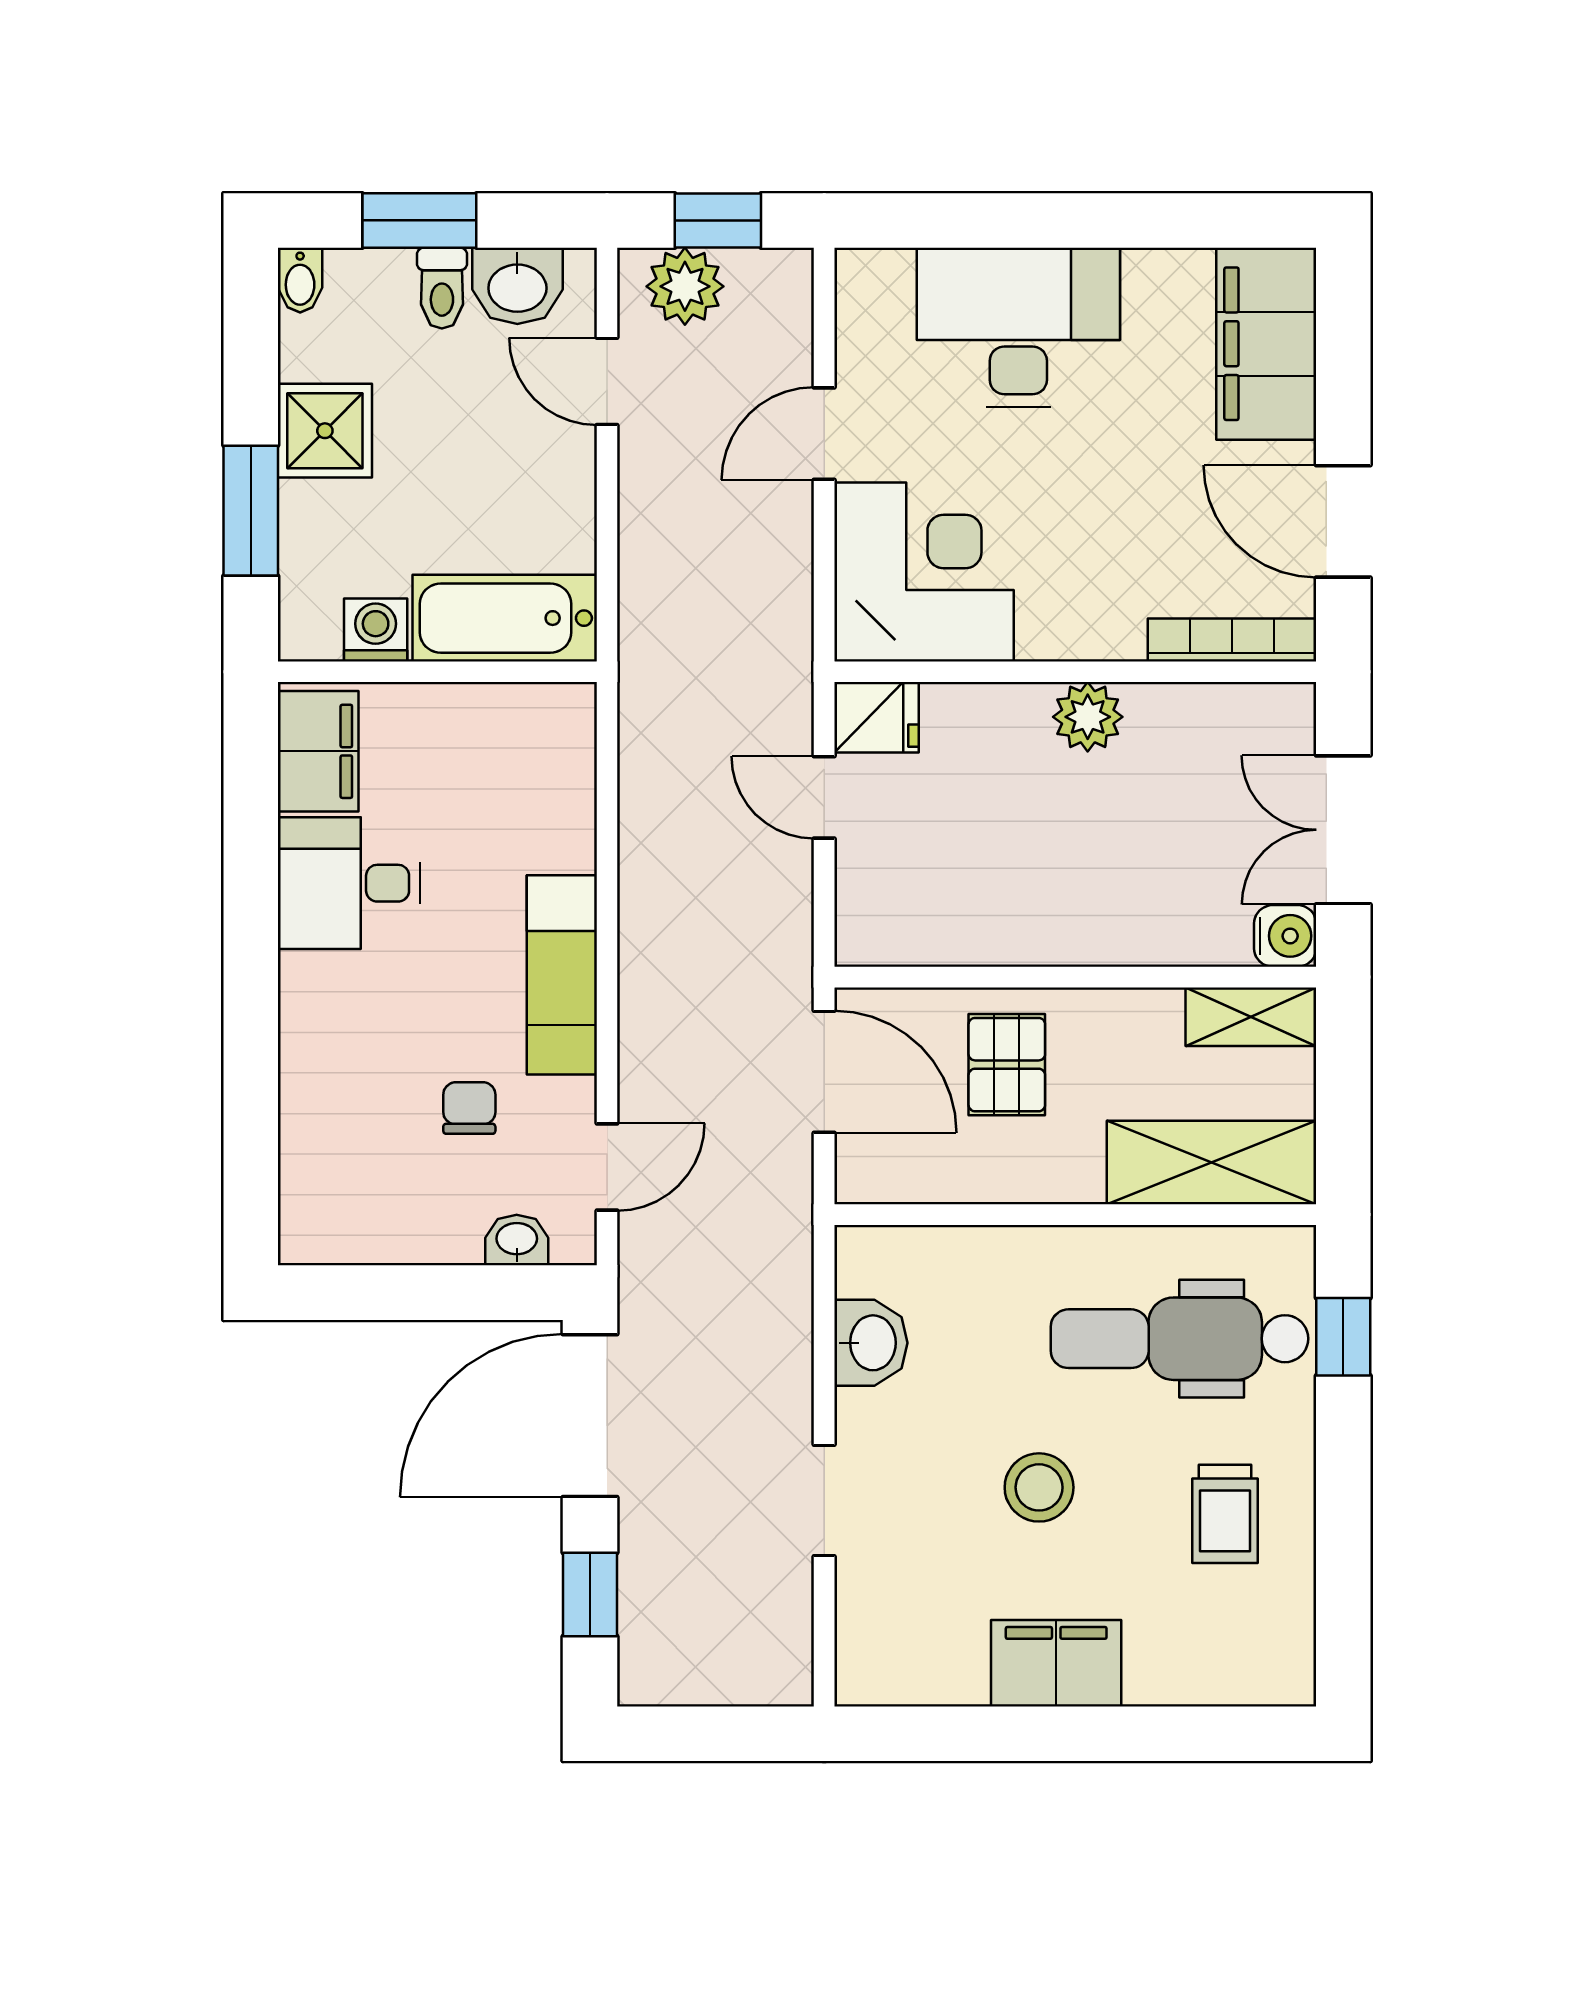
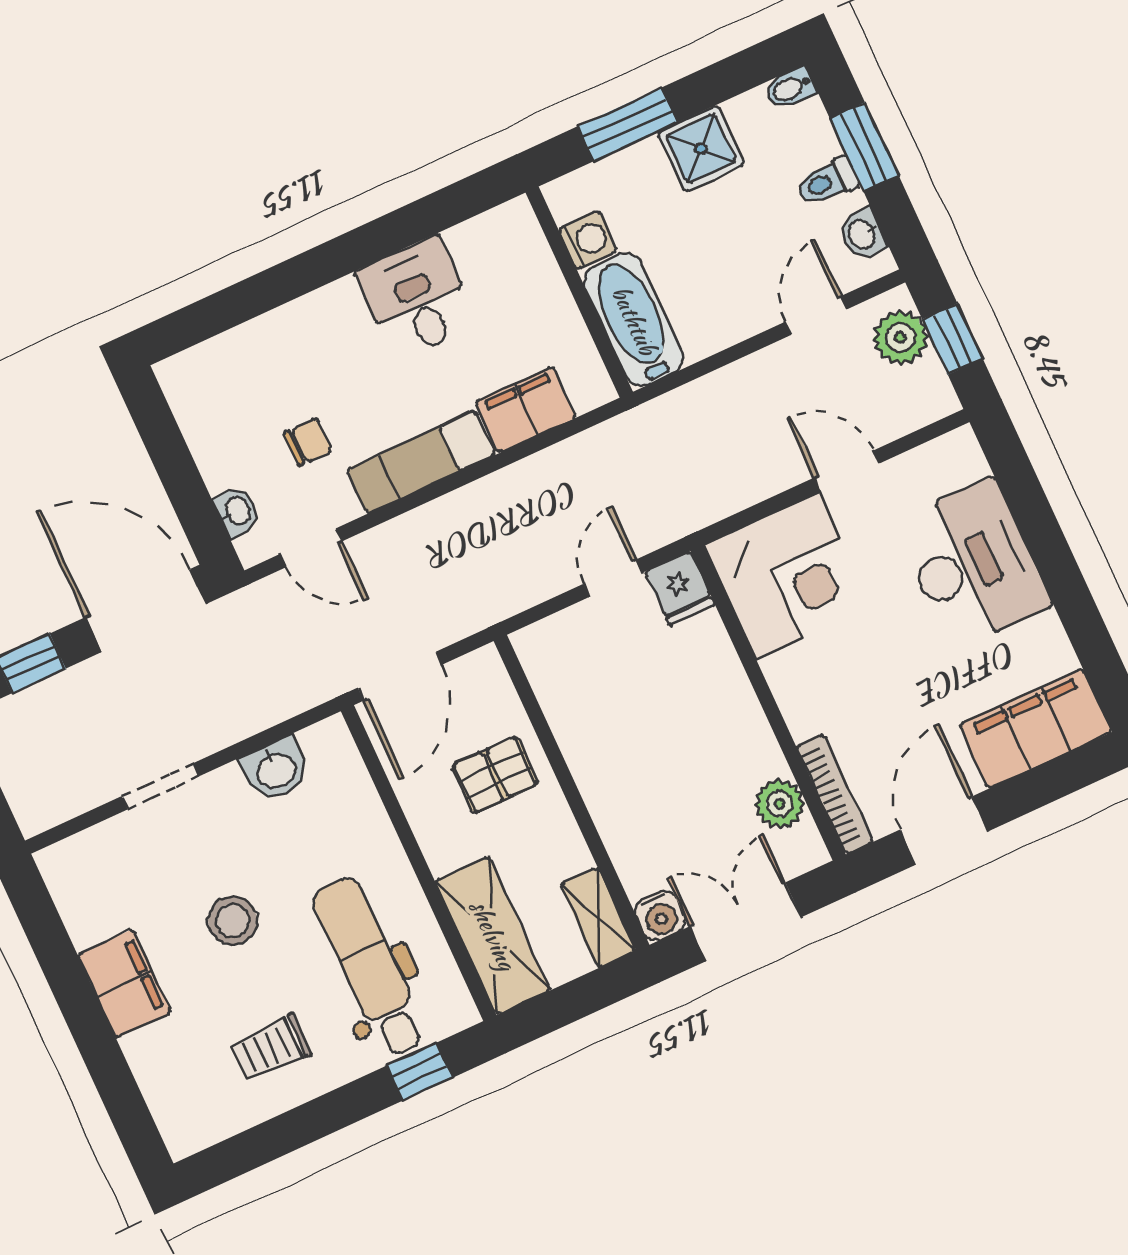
washbasin: (517, 286) -> (862, 234), width x0.72, depth x0.69
plant: (1088, 717) -> (779, 804), moved
filing cabinet: (318, 751) -> (526, 410), moved, turned 180
door: (824, 1072) -> (400, 676), moved

